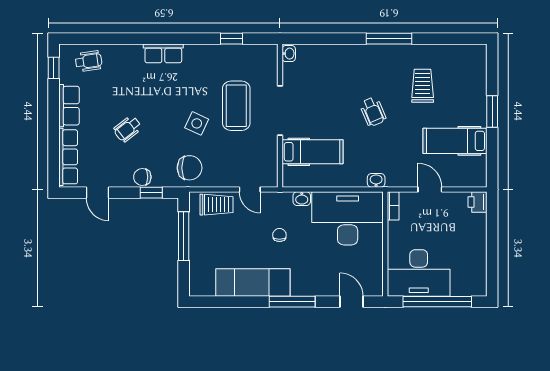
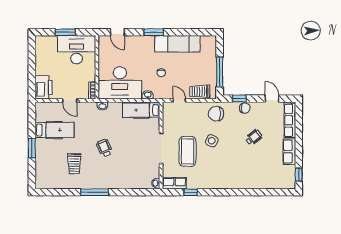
row of seats: (163, 53) -> (174, 183), moved
wheelchair: (88, 61) -> (278, 179), removed
hospital bed: (312, 152) -> (141, 110), moved
printer: (478, 202) -> (43, 87), width x1.87, depth x1.48
window: (292, 302) -> (154, 32), width x0.69
window: (437, 302) -> (65, 32), width x0.47

